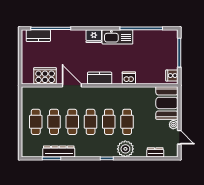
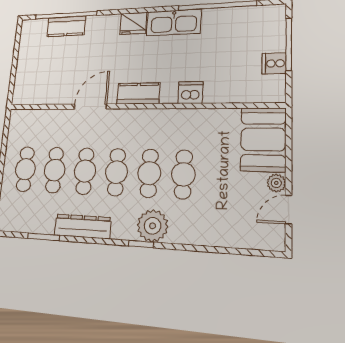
kitchen counter: (38, 36) -> (66, 26), moved
cooker: (45, 76) -> (49, 91), removed
cooker: (172, 76) -> (274, 63), moved
door: (72, 85) -> (90, 107), hinge flipped
door: (179, 137) -> (289, 210), swing flipped
plant: (125, 149) -> (152, 226), moved
dresser: (59, 151) -> (83, 226), moved
dresser: (155, 152) -> (237, 239), removed

